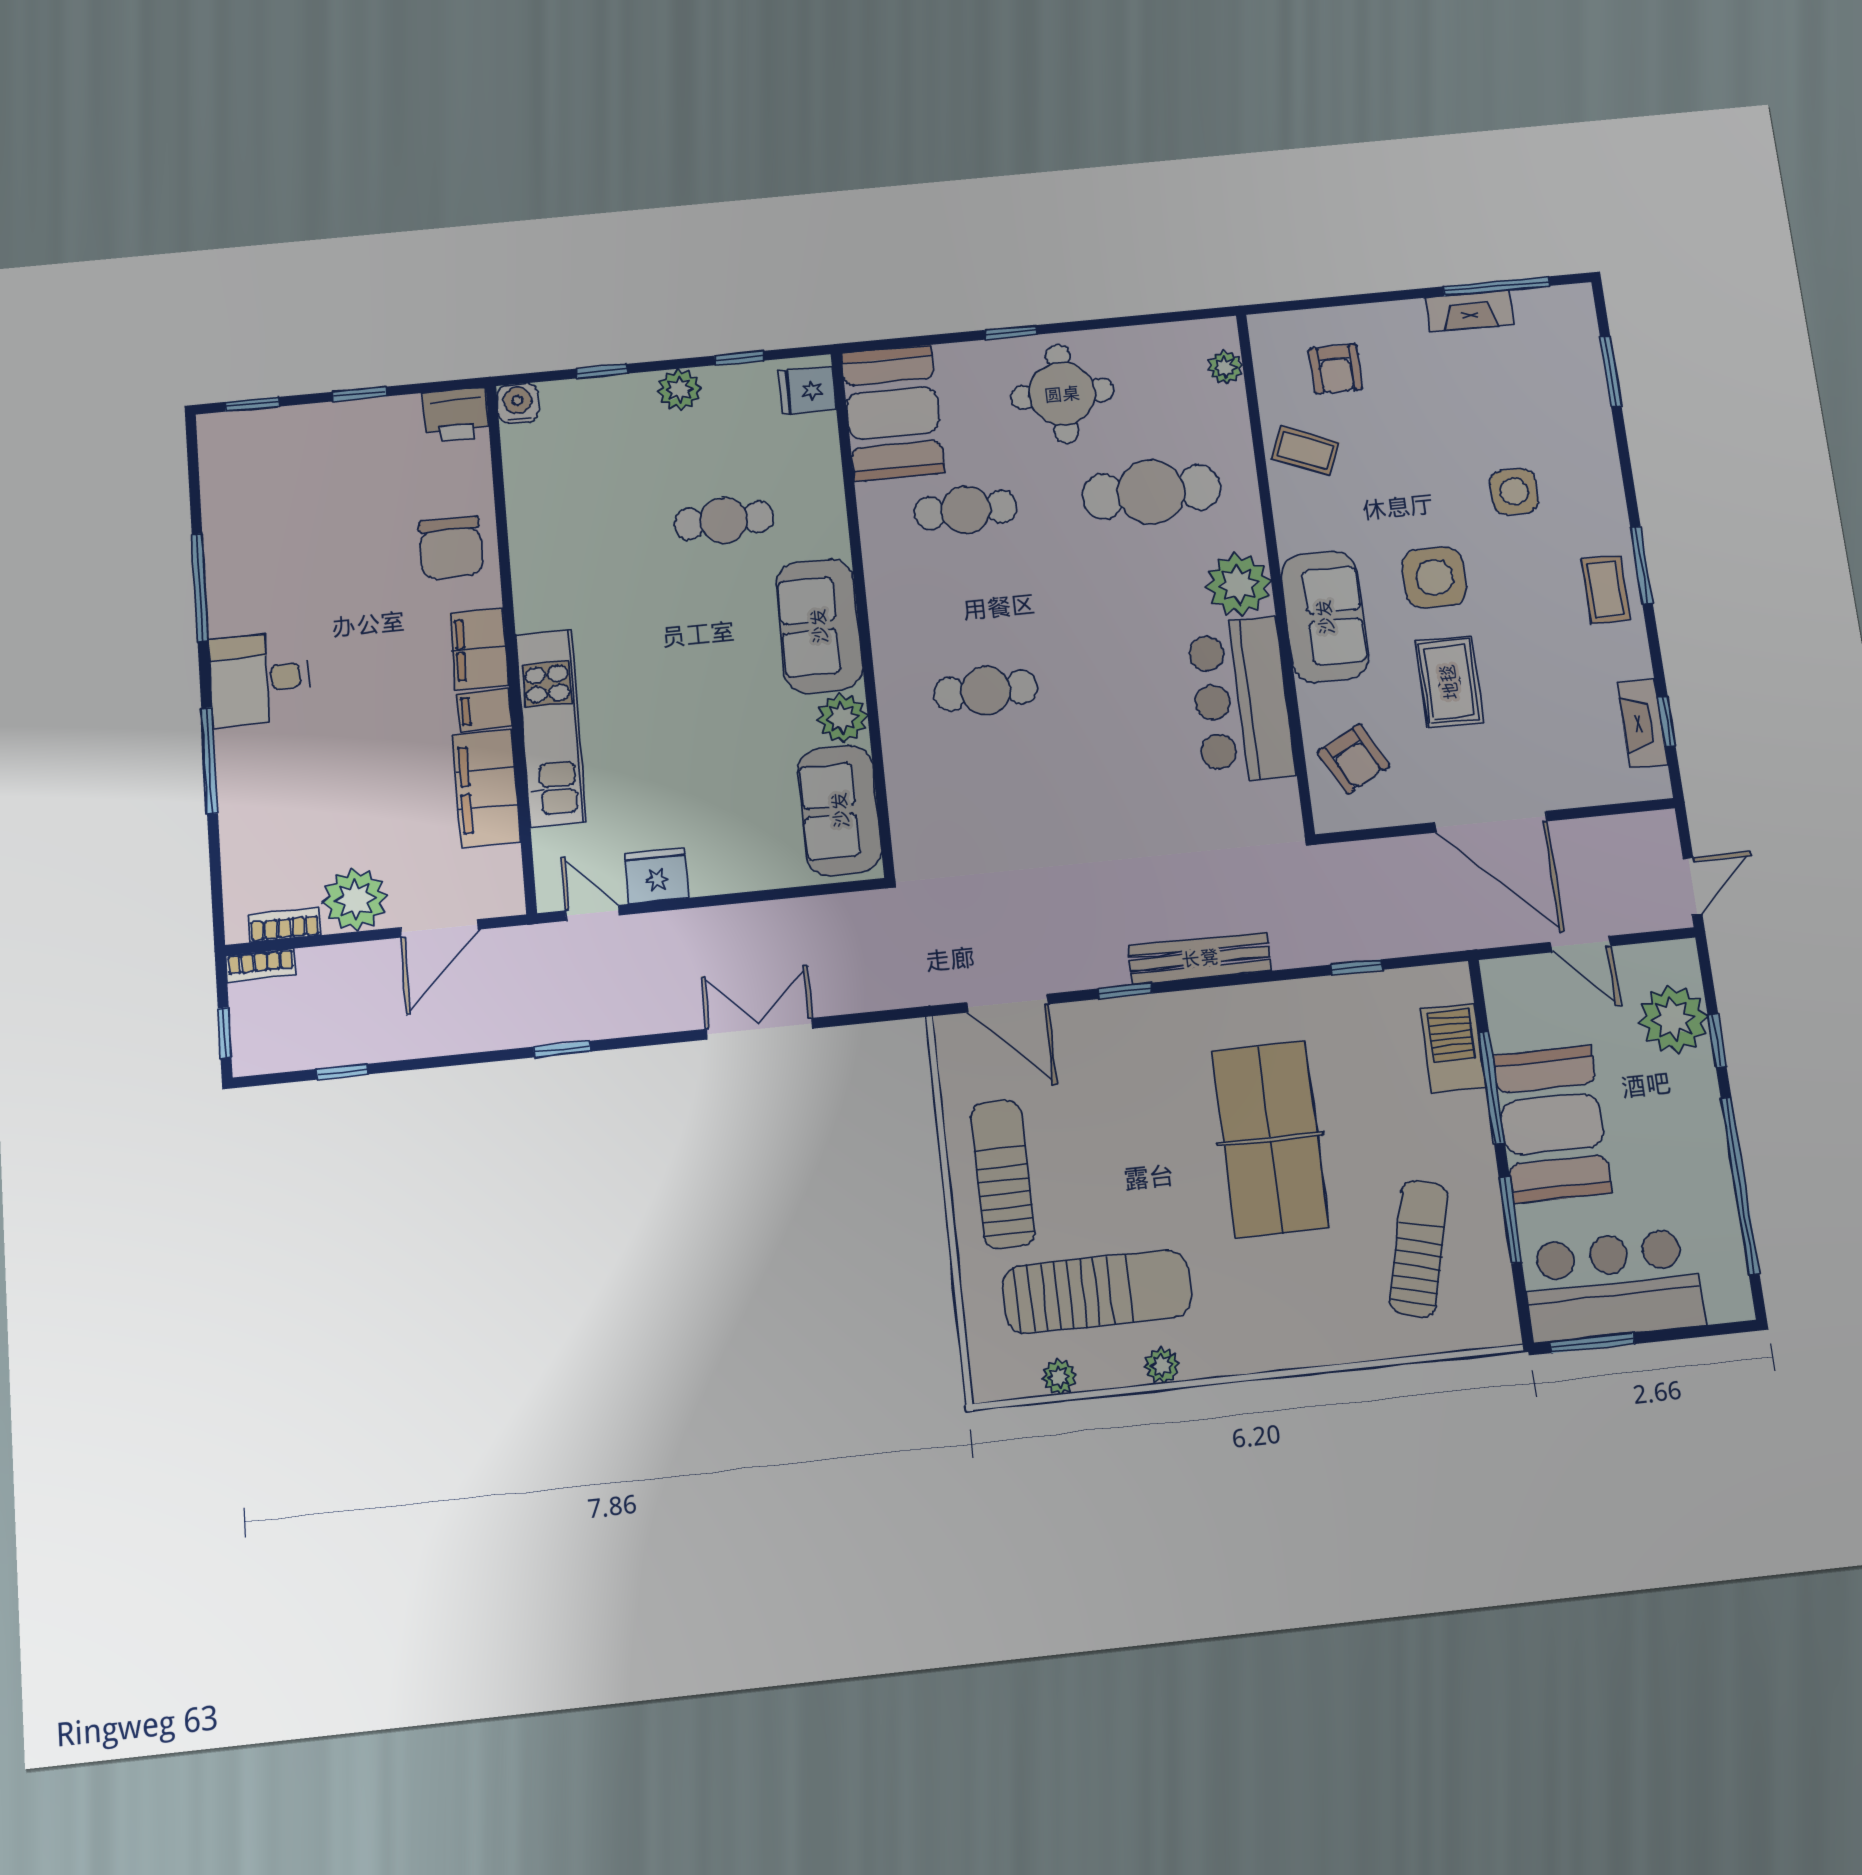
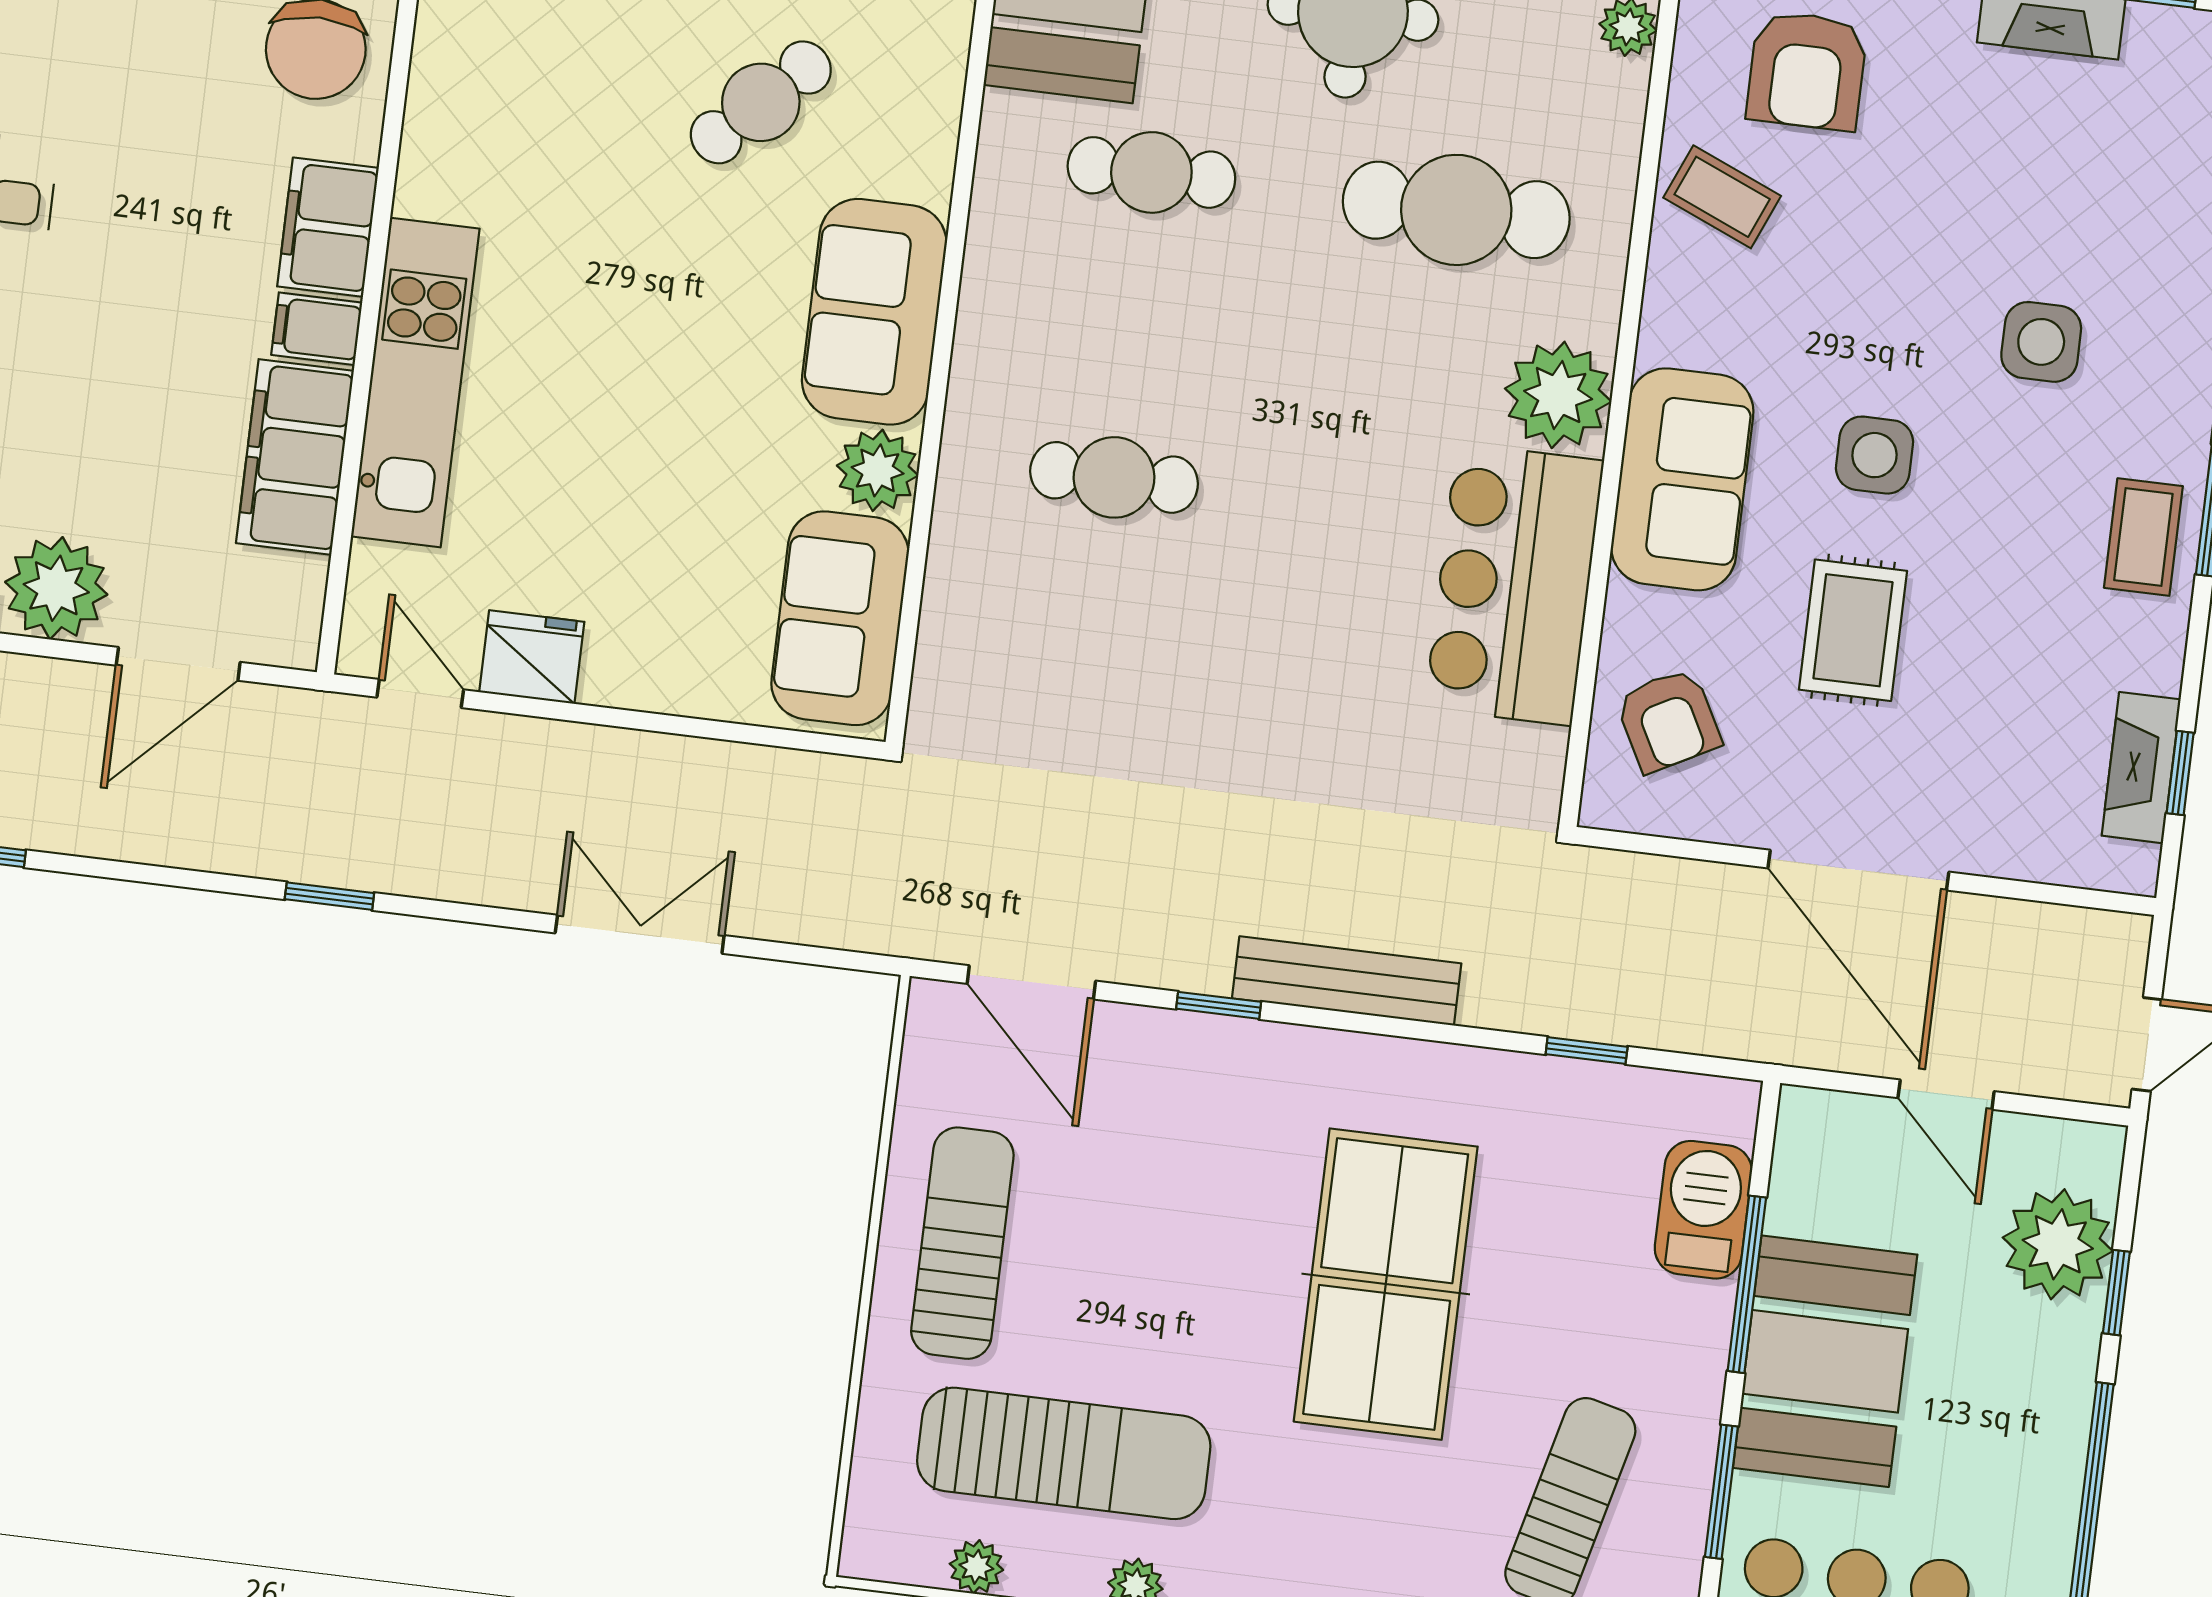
armchair: (1336, 369) -> (1807, 71), width x1.38, depth x1.38
cafe table: (724, 520) -> (761, 102), turned -45
side table: (1434, 578) -> (1875, 455), width x0.73, depth x0.73

